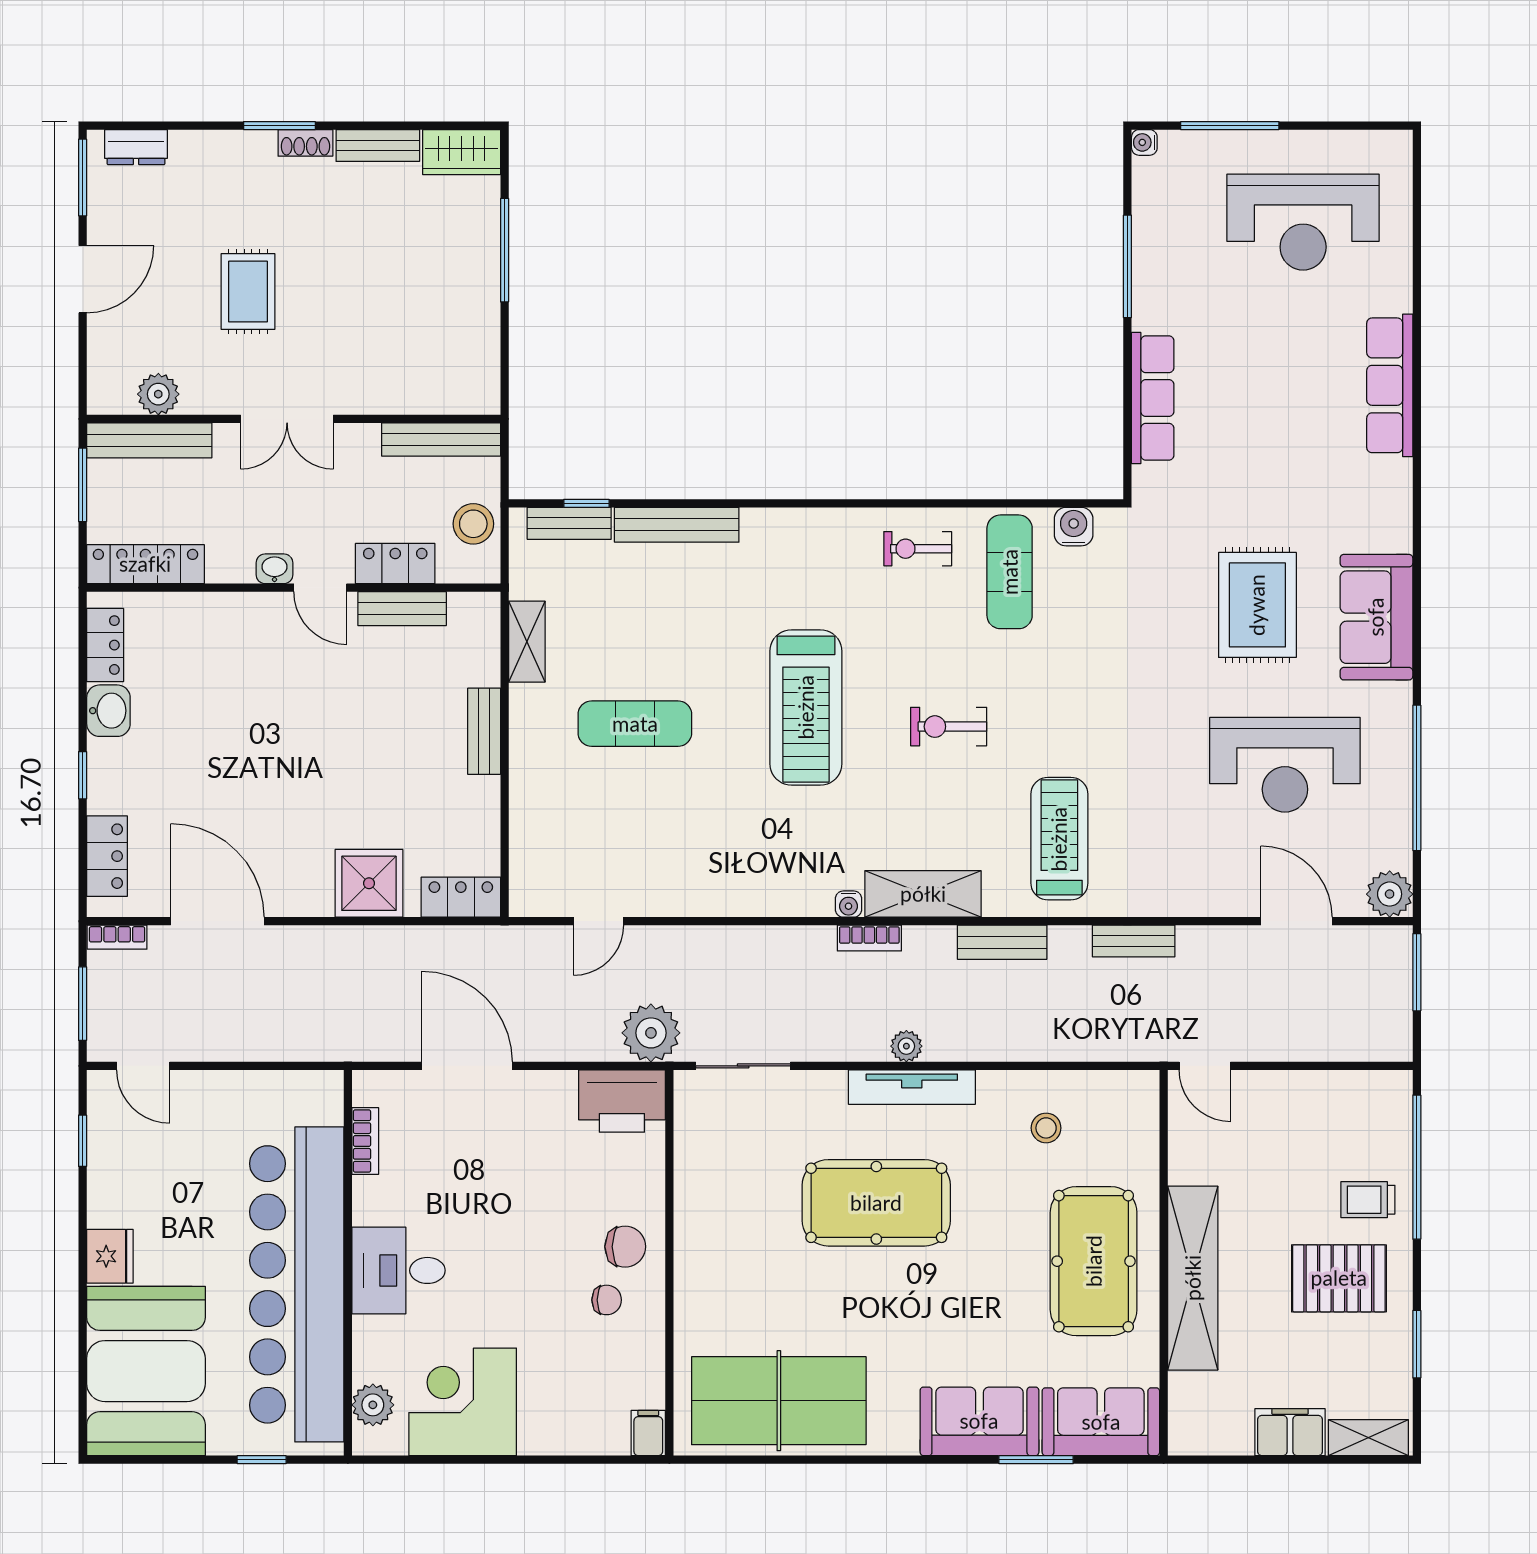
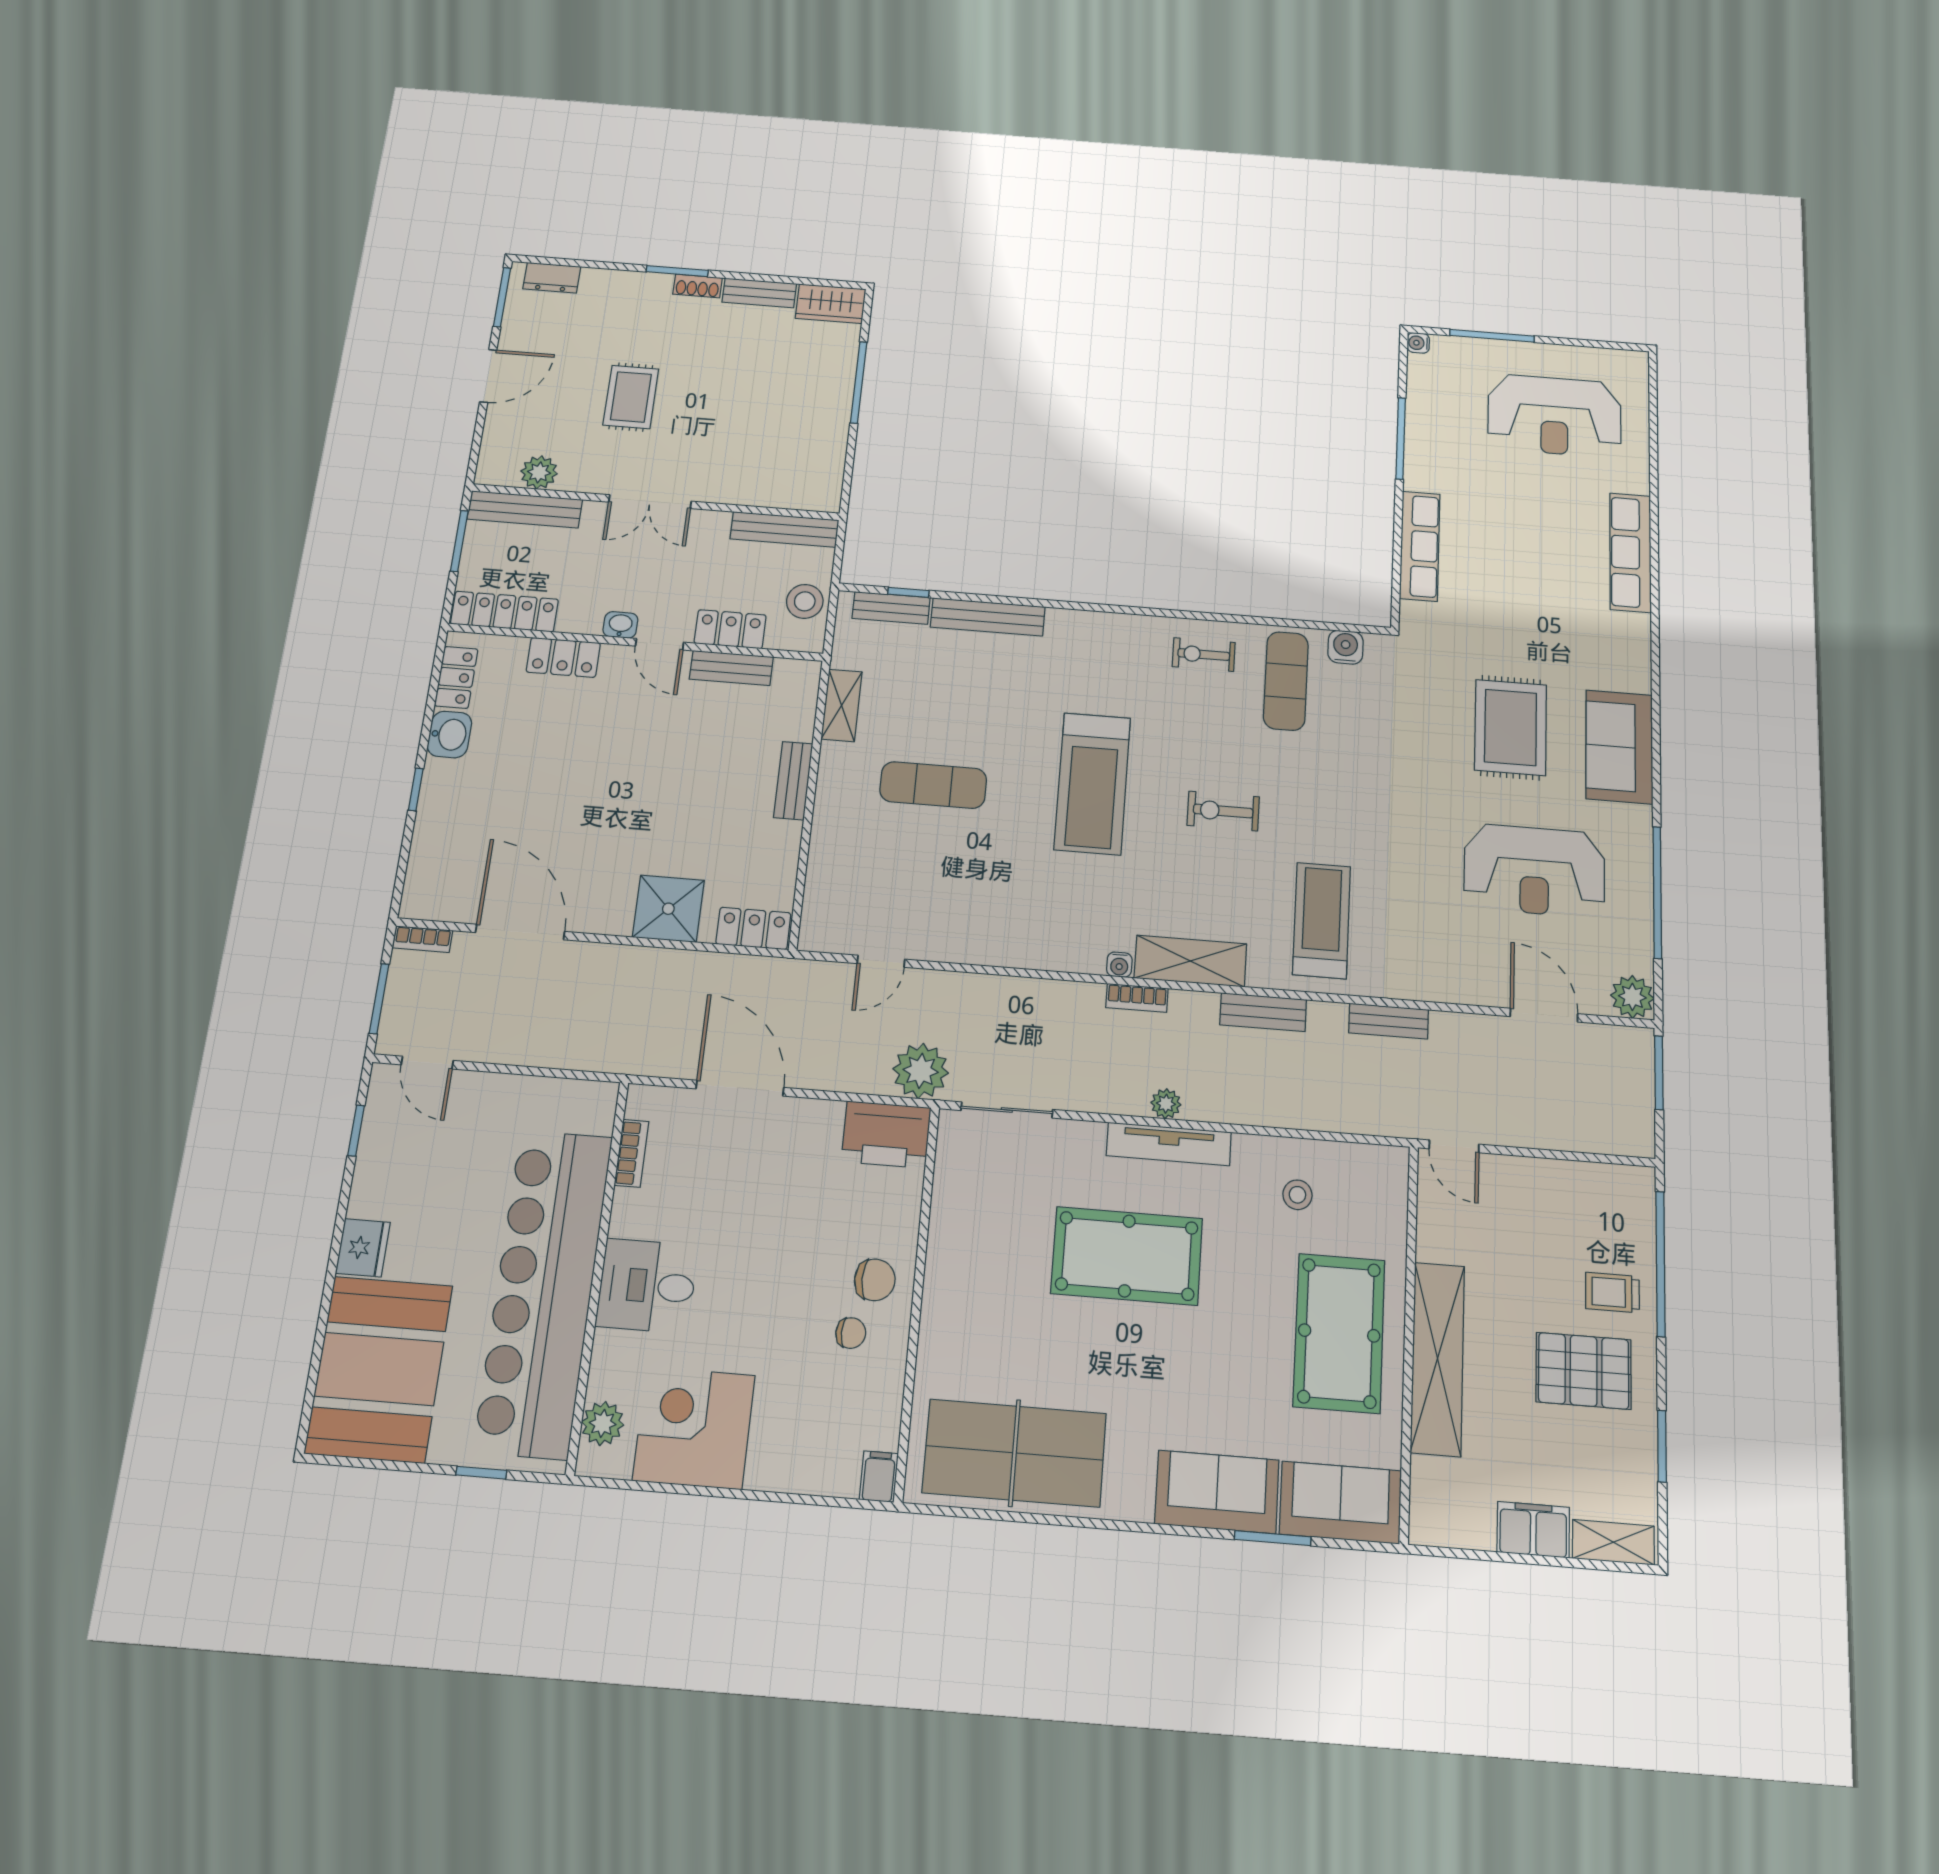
locker: (107, 856) -> (563, 657), moved, turned 90

